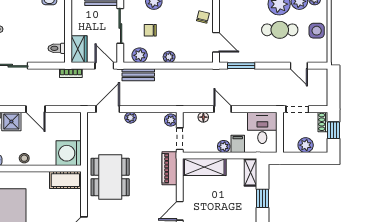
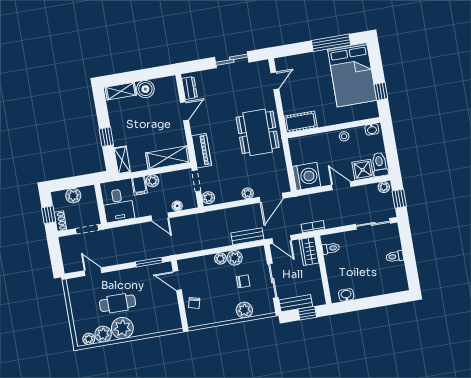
side table: (317, 31) -> (82, 309), removed
plant: (140, 55) -> (235, 258), moved
washing machine: (69, 153) -> (307, 176), moved

